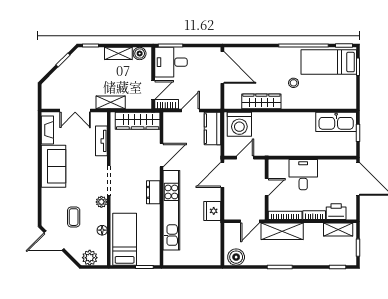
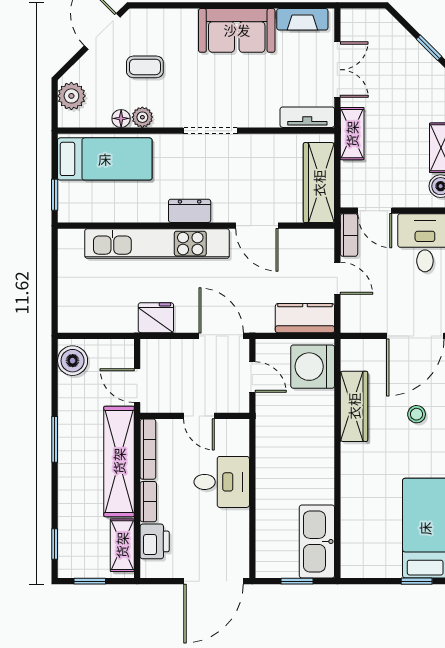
stool: (294, 83) -> (417, 414), moved
double door: (75, 111) -> (337, 70), swing flipped
tv unit: (101, 141) -> (307, 117), moved
plant: (101, 202) -> (142, 117), moved
shelving: (282, 231) -> (119, 461), width x1.47

